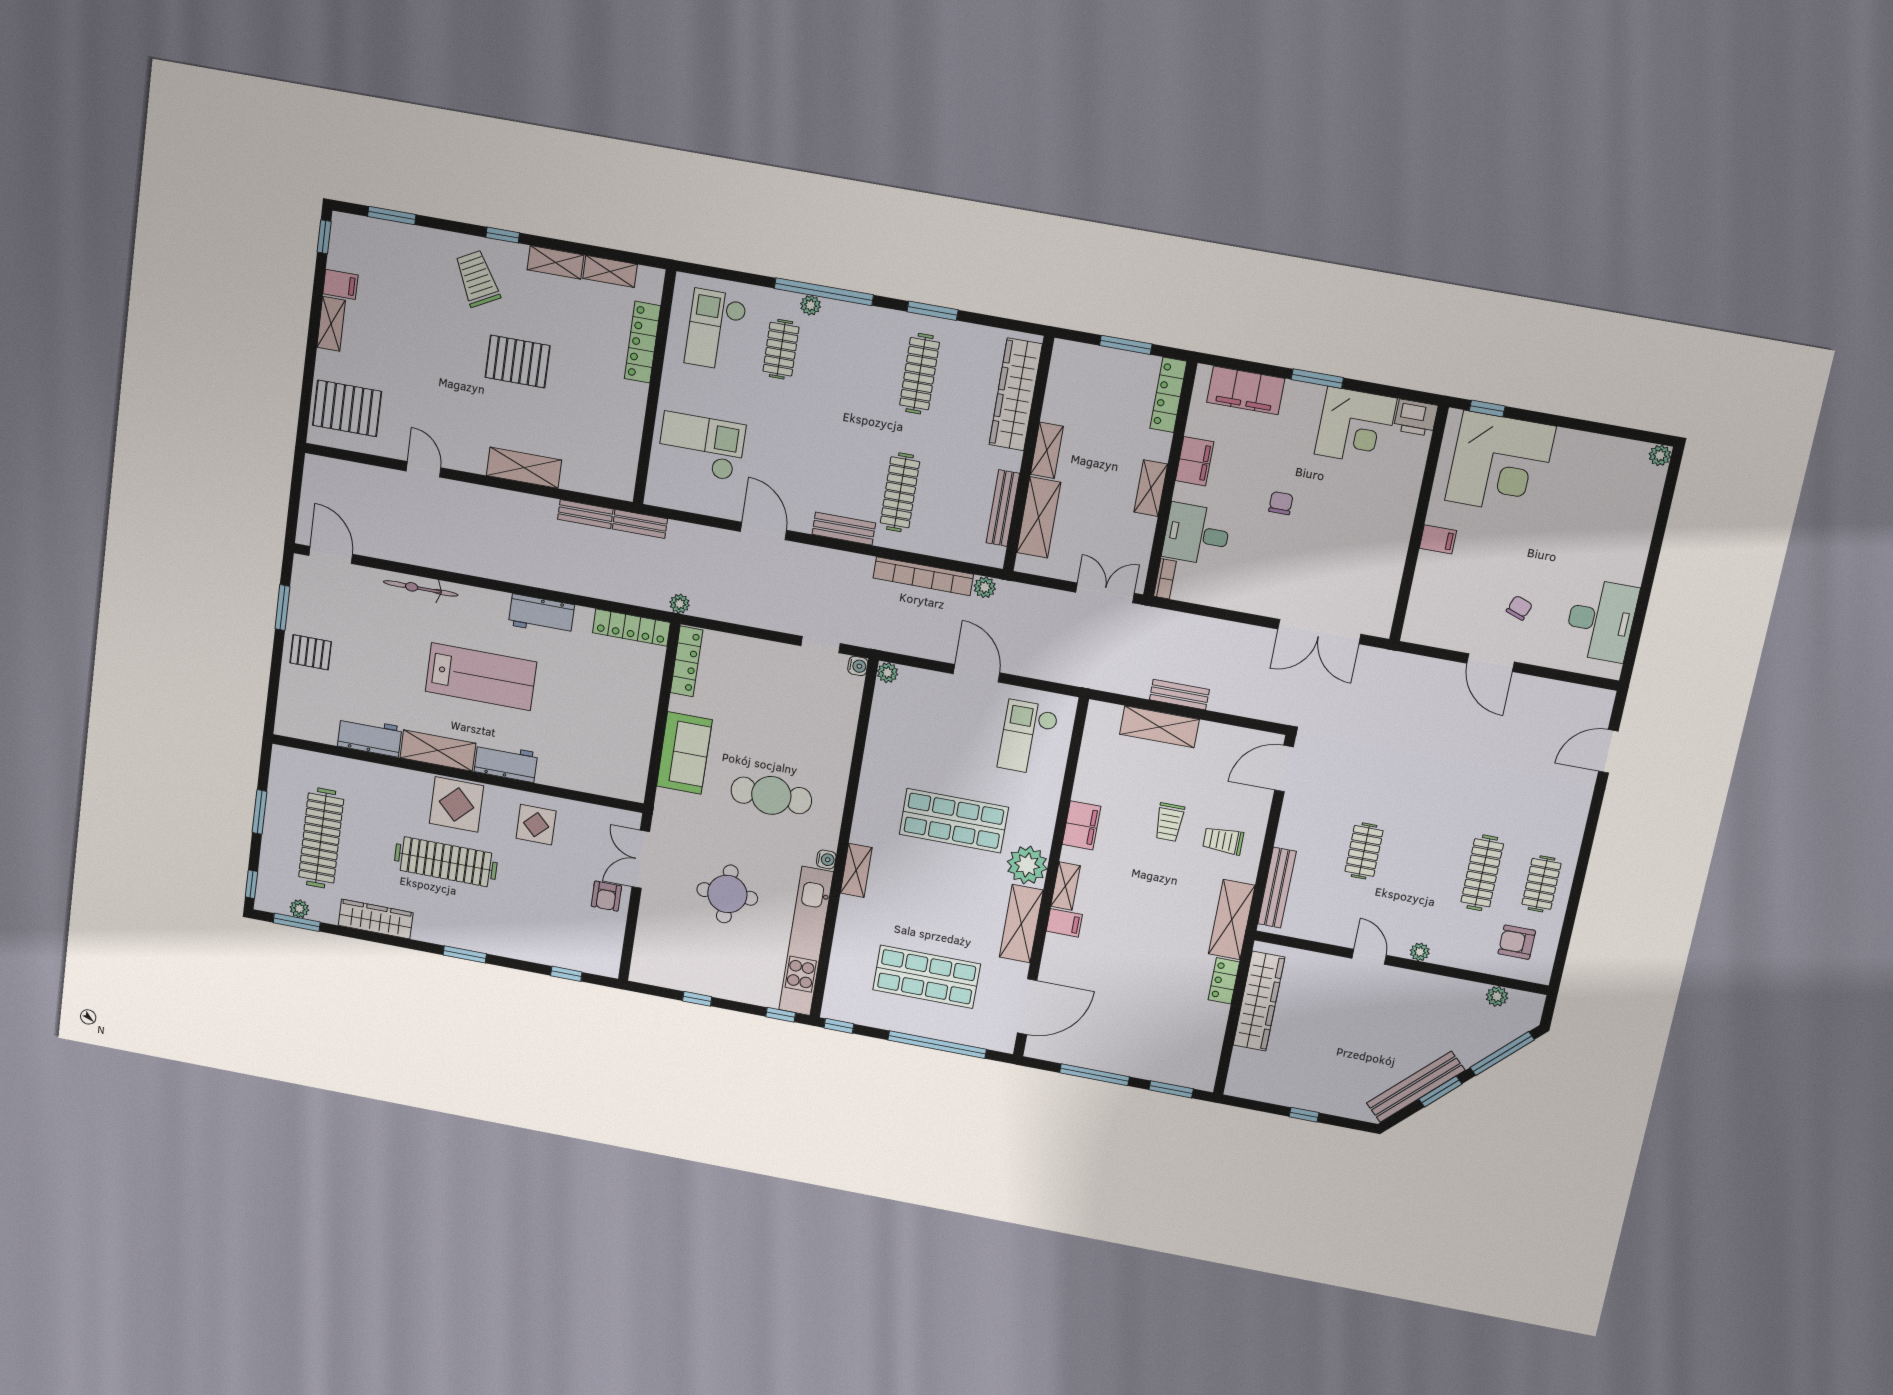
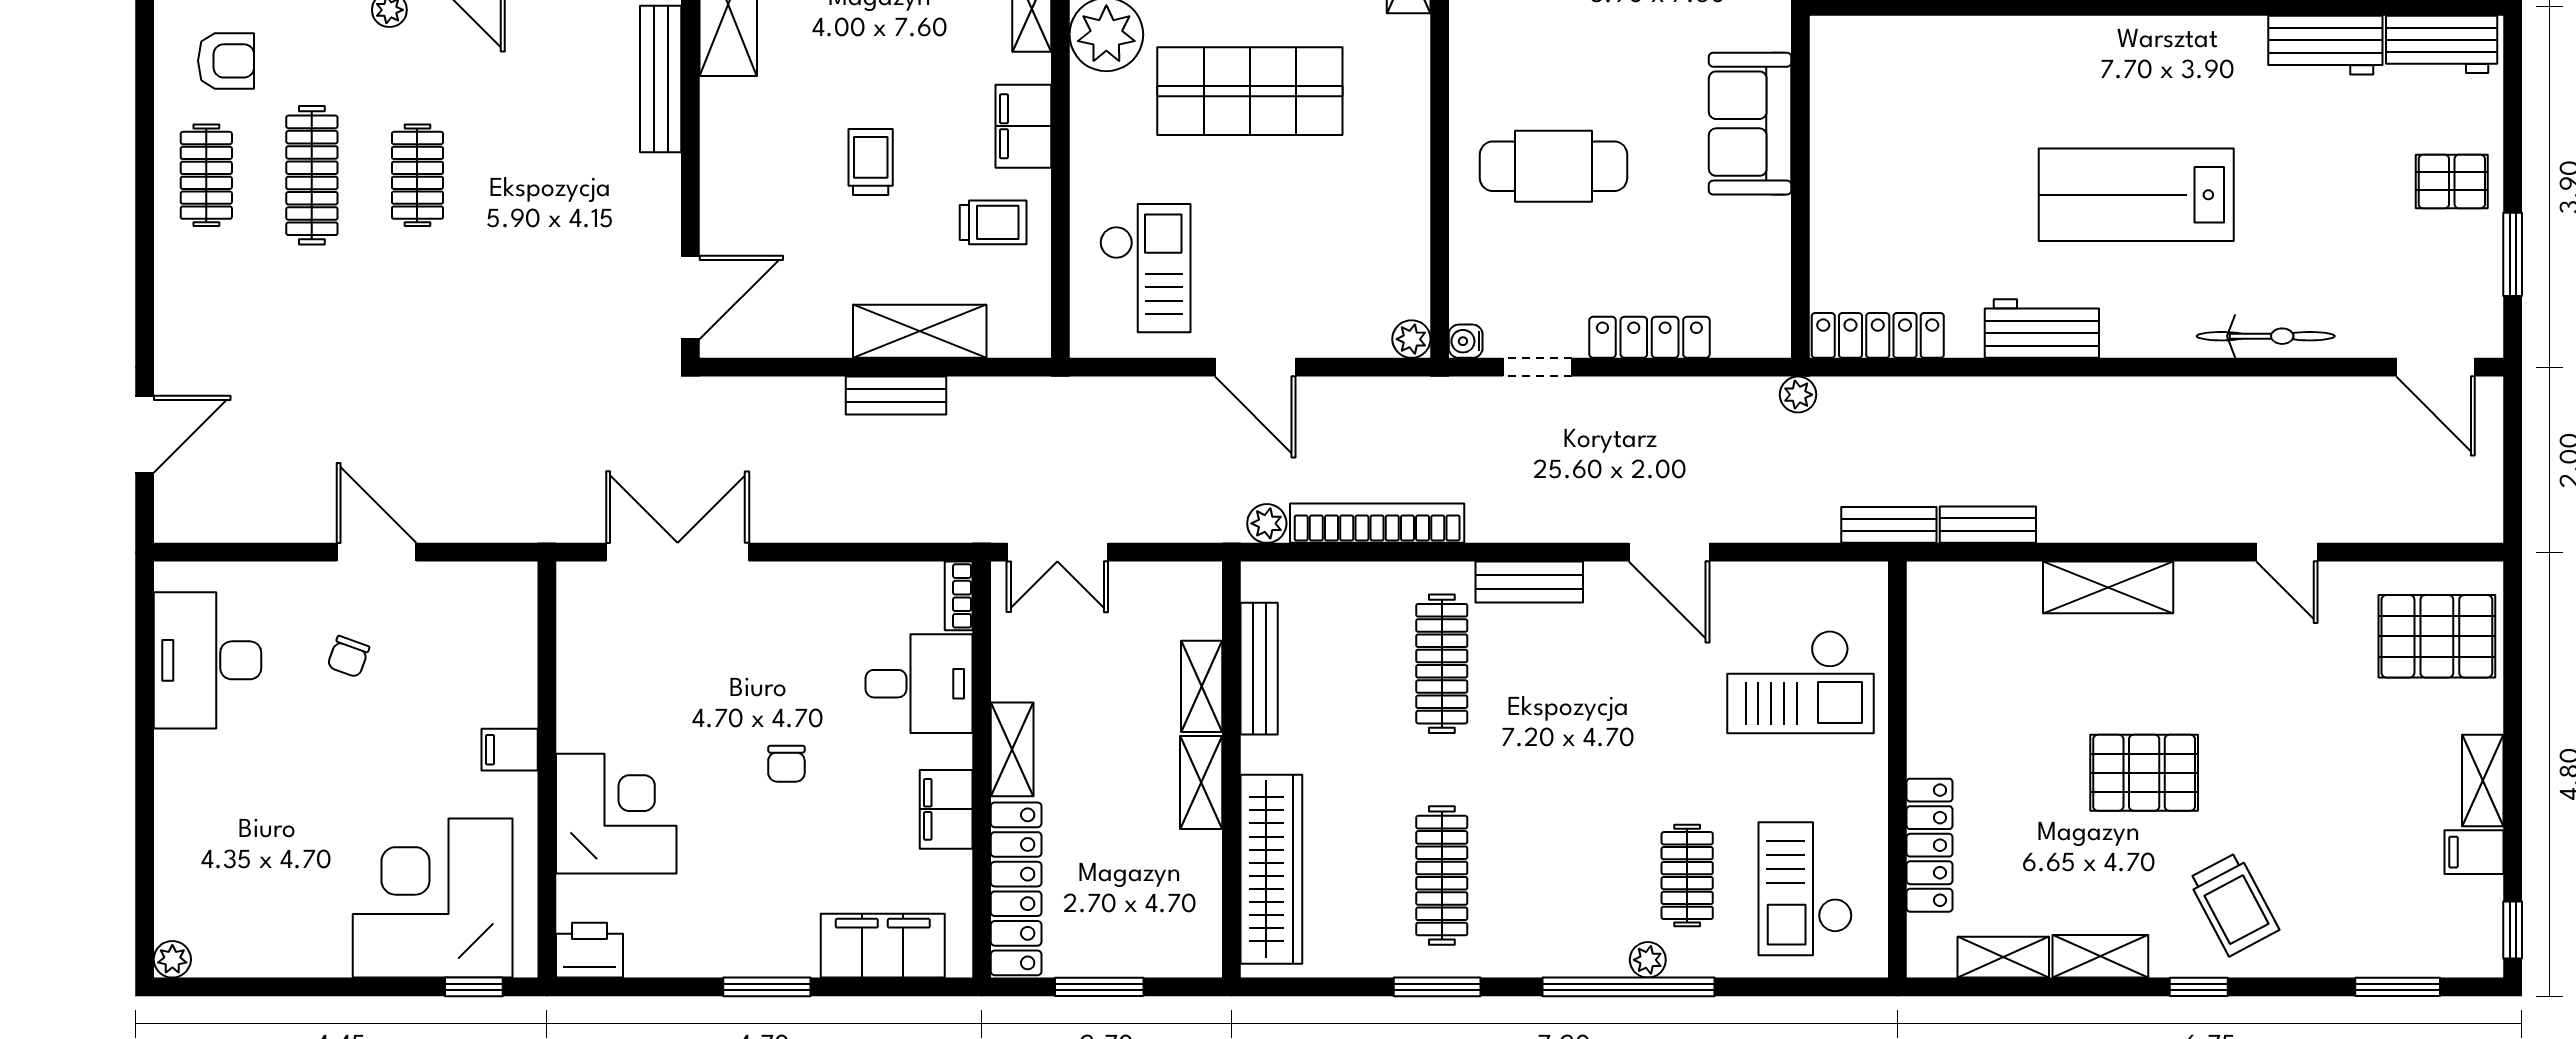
checkout: (716, 330) -> (1805, 889), turned 180
locker: (1168, 395) -> (1016, 889), width x1.41, depth x1.21
corner desk: (1356, 426) -> (616, 814), moved, turned 90
shelving: (1039, 517) -> (1202, 686), width x0.67, depth x0.75
locker: (687, 661) -> (1649, 337), moved, turned 90
shelving: (438, 750) -> (2197, 43), removed
workbench: (506, 762) -> (2442, 44), moved
cafe table: (771, 795) -> (1554, 166), moved
trolley: (1223, 841) -> (993, 222), moved
clothes rail: (1364, 851) -> (417, 175), moved

